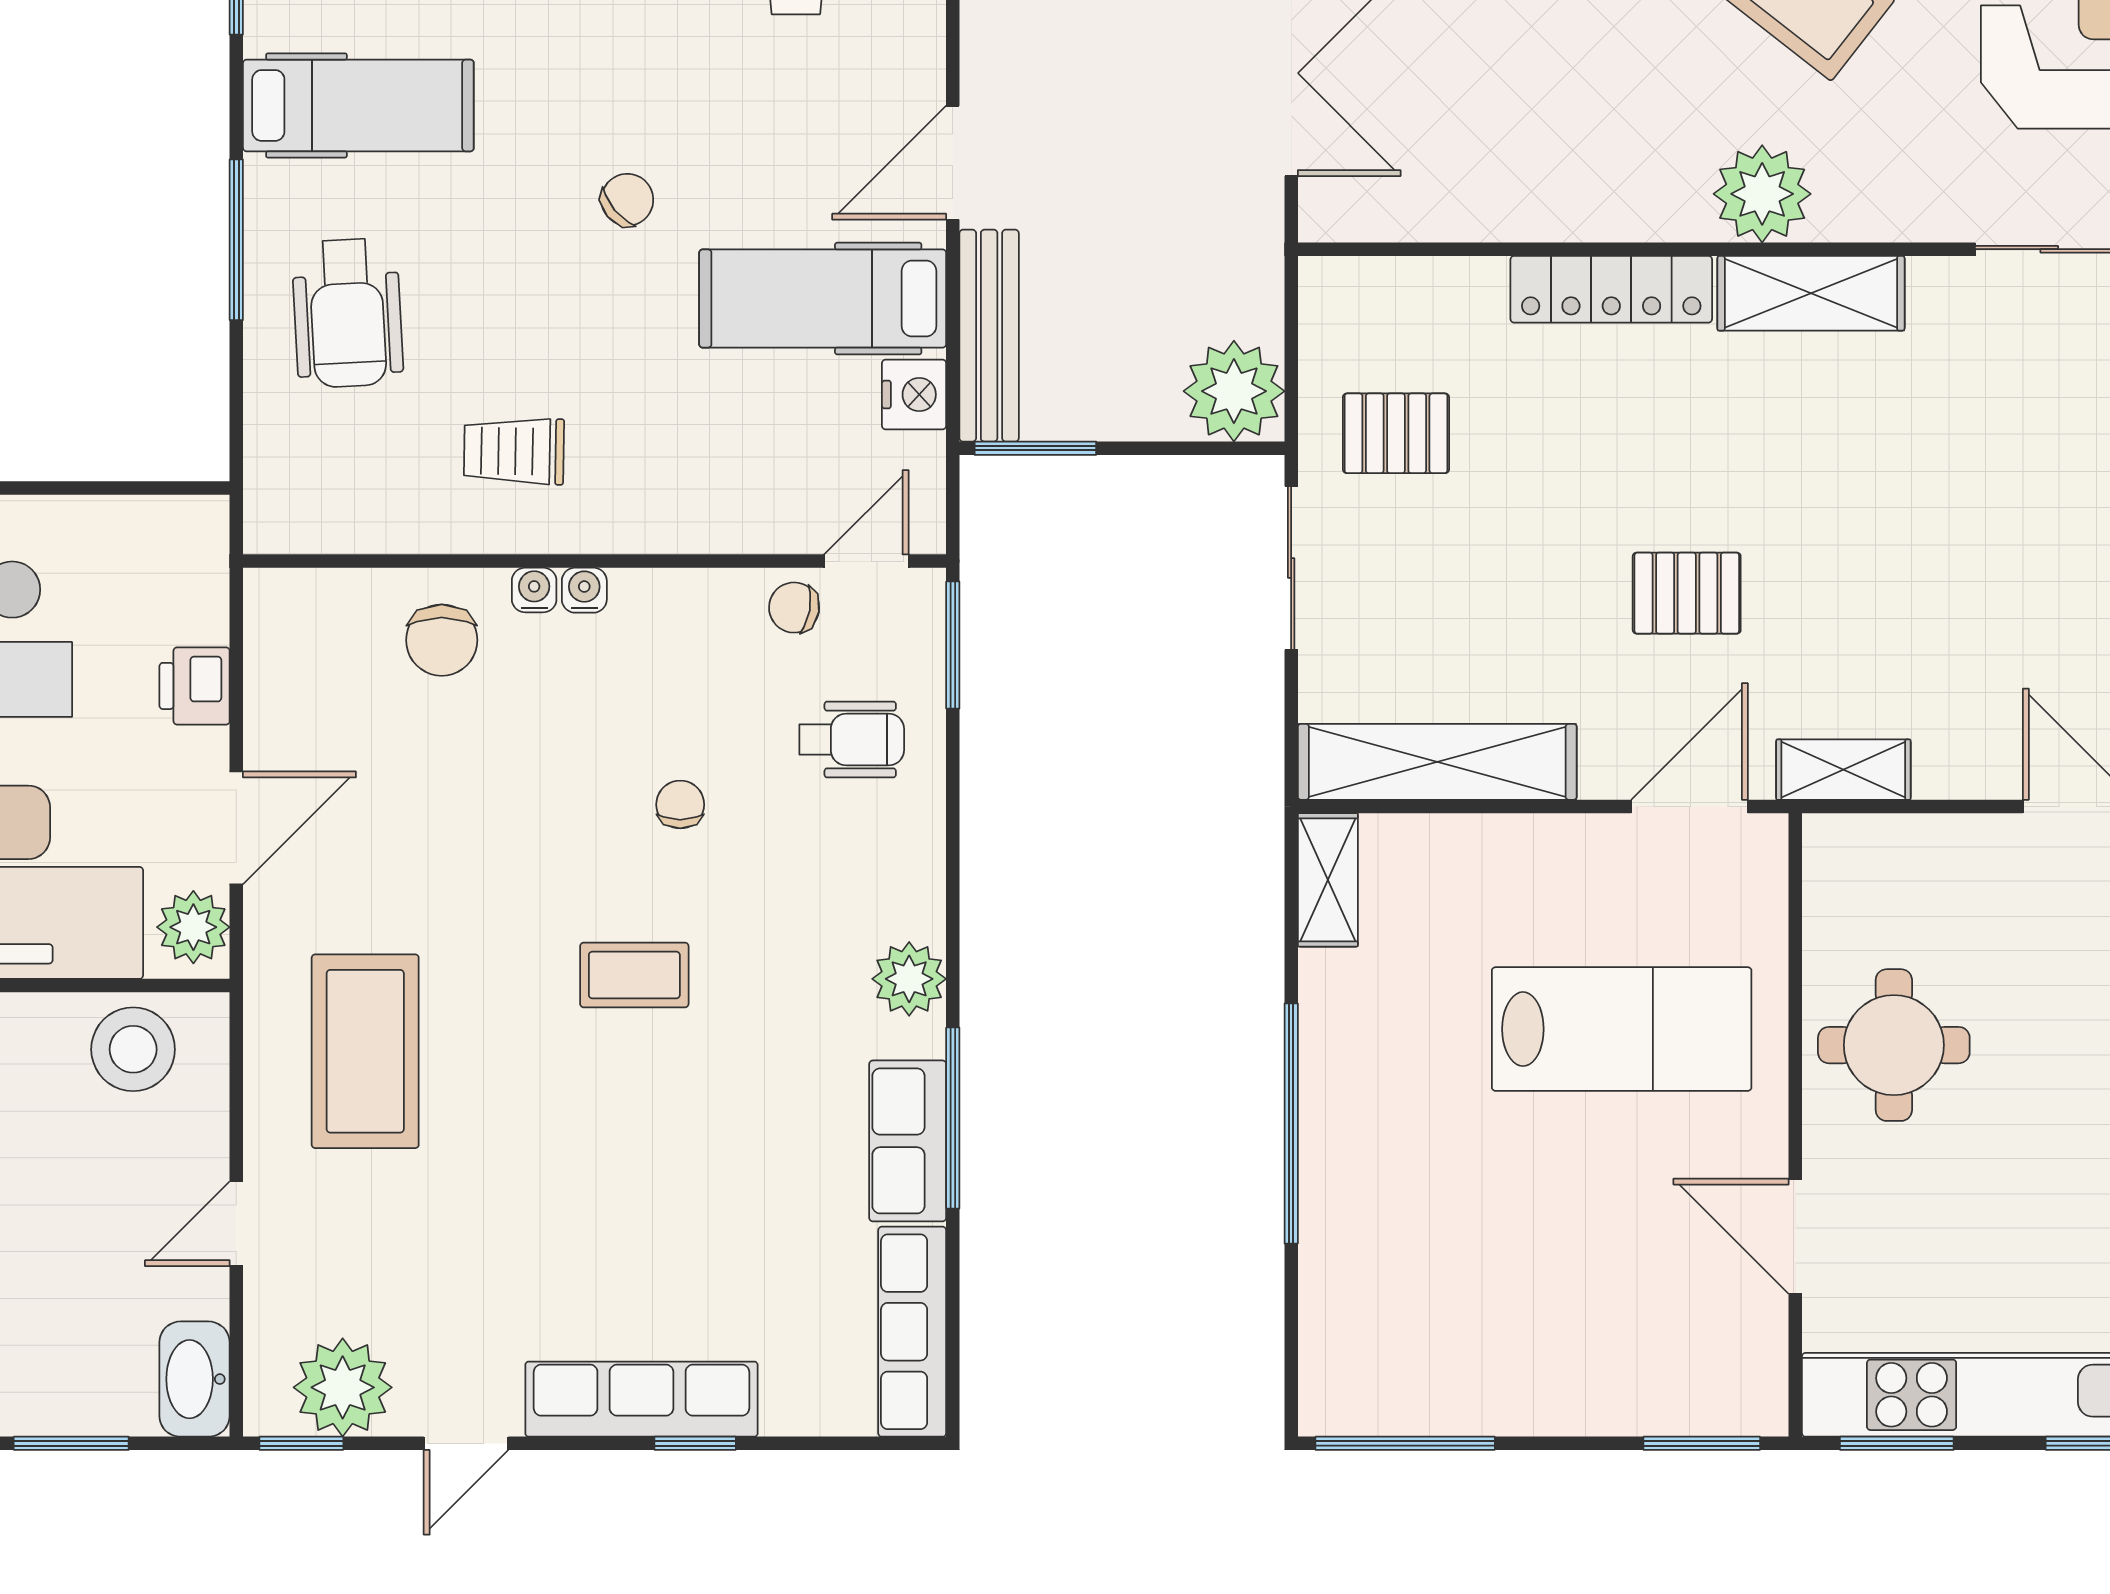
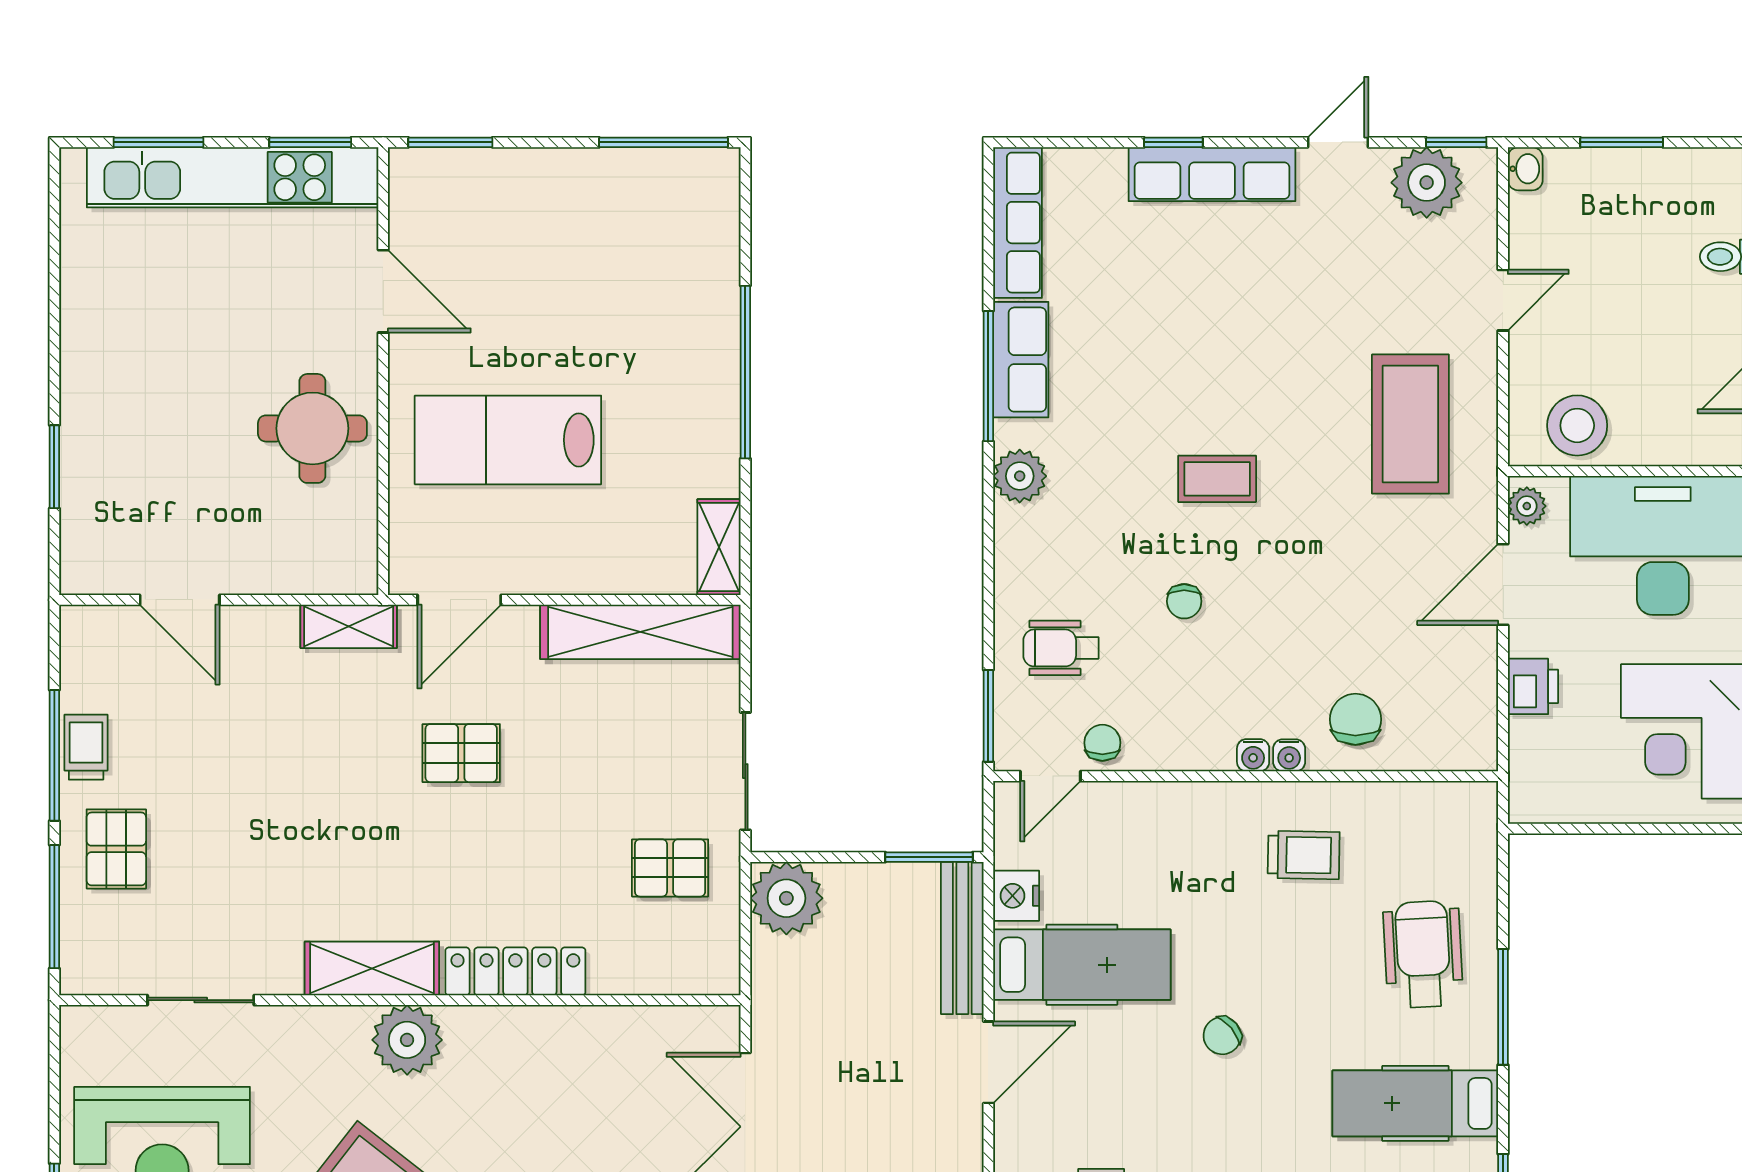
chair: (794, 608) -> (1102, 743), turned -100
plant: (193, 927) -> (1527, 506), width x0.73, depth x0.73
washbasin: (194, 1379) -> (1525, 169), width x0.52, depth x0.69

